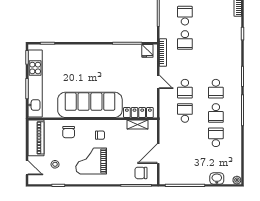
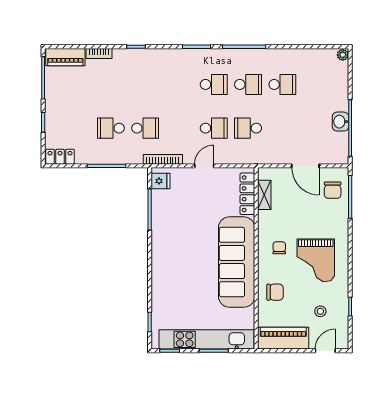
school desk: (216, 137) -> (282, 84), turned 180
washbasin: (217, 178) -> (340, 122), moved

